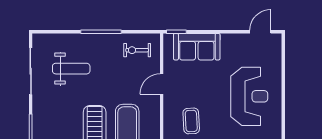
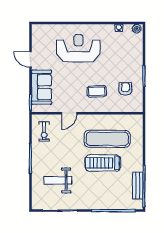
door: (260, 32) -> (30, 59), moved
weight bench: (71, 69) -> (58, 180), turned -90
door: (162, 84) -> (69, 113), hinge flipped

